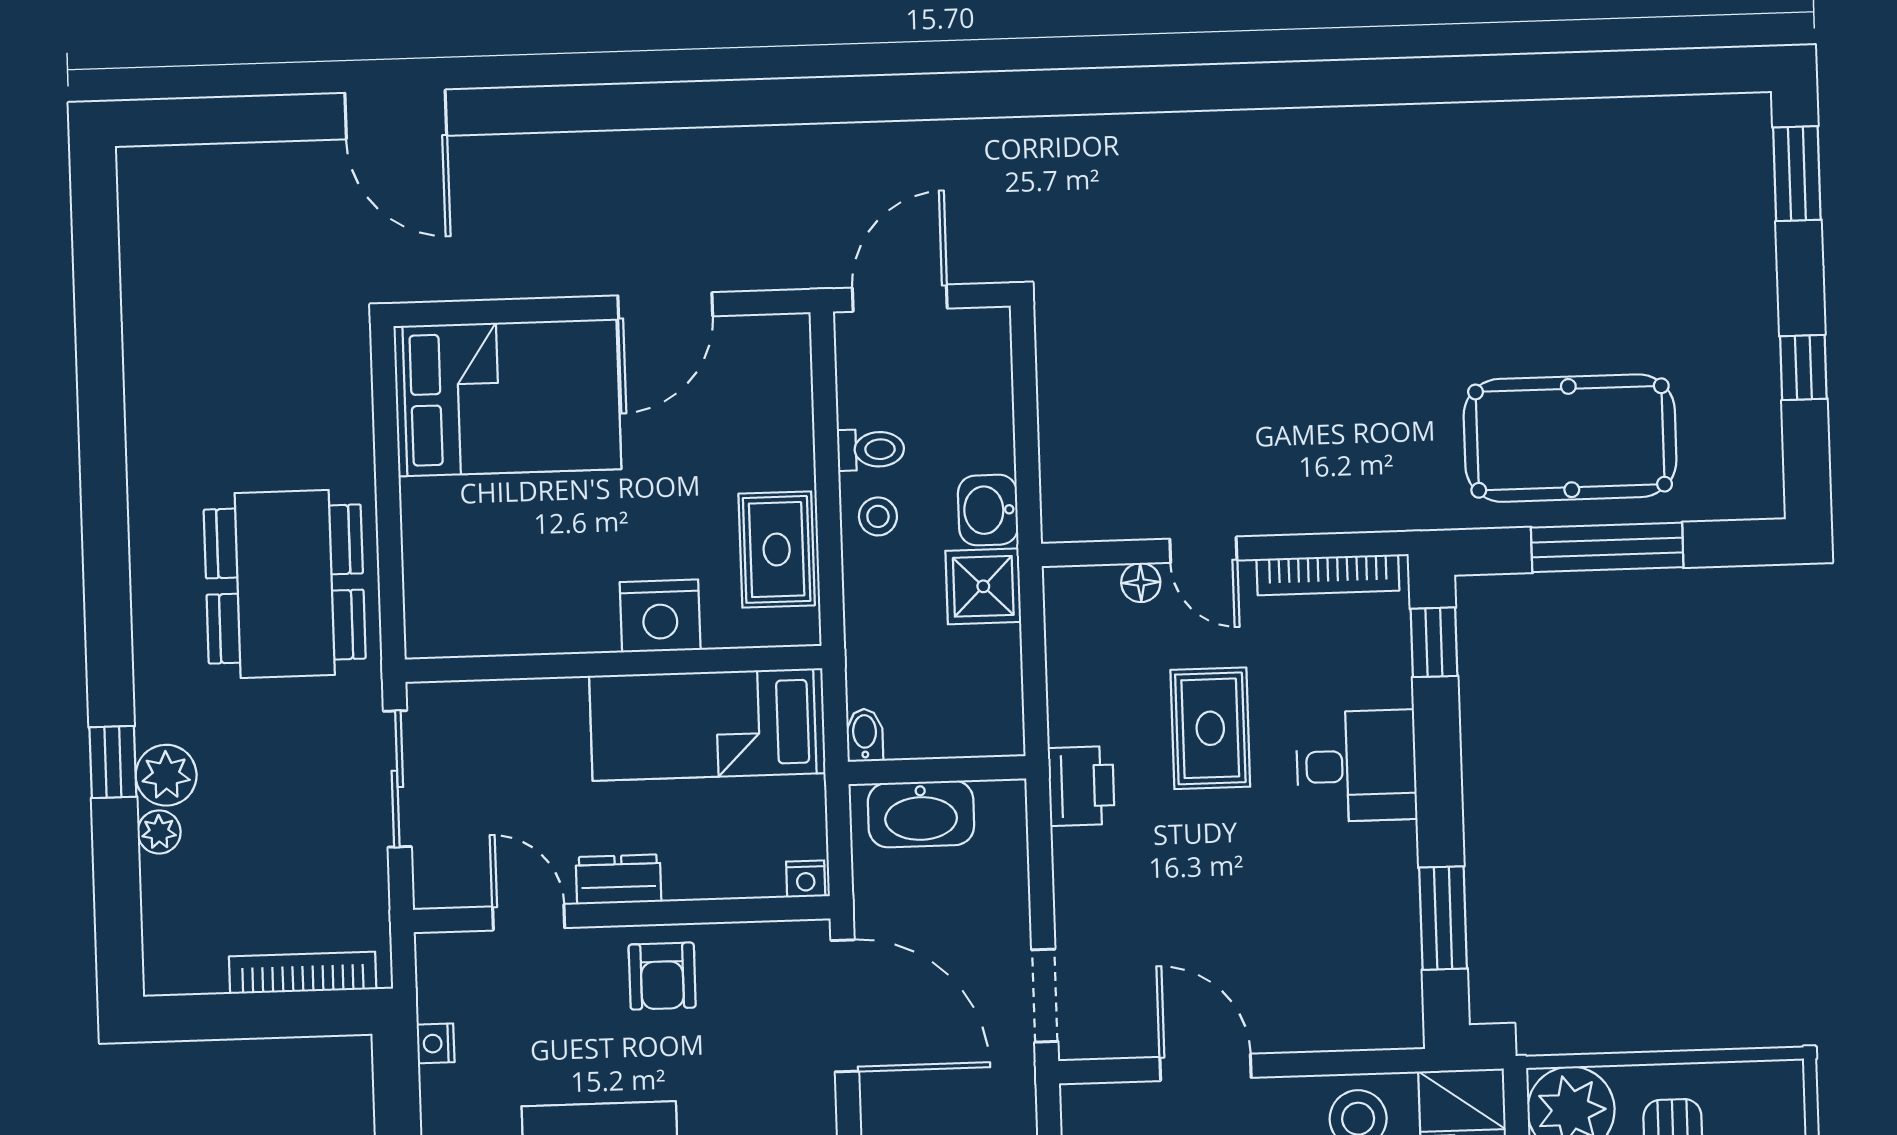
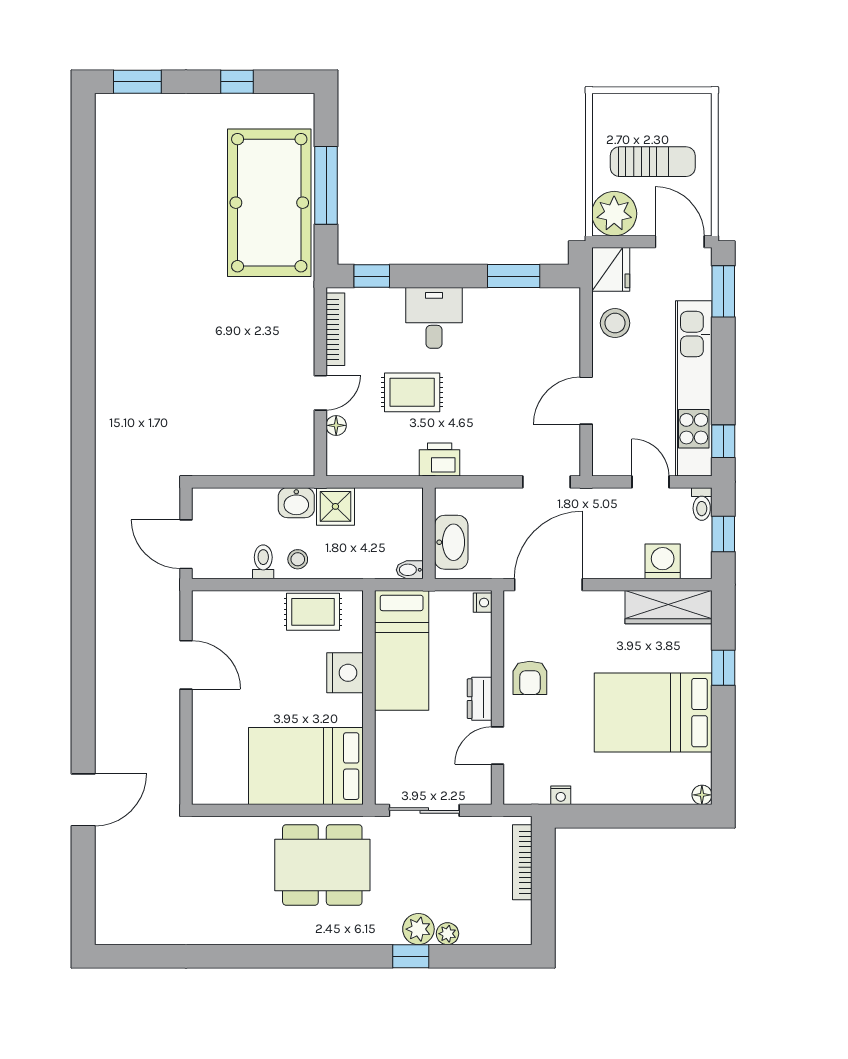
bed: (507, 398) -> (306, 766), moved, turned -90
pool table: (1570, 438) -> (269, 203), width x1.36, depth x1.32
armchair: (662, 976) -> (530, 678), turned 90

